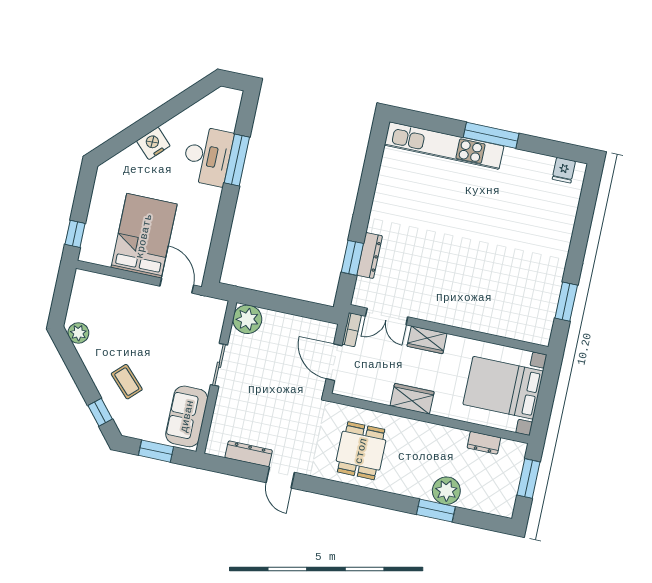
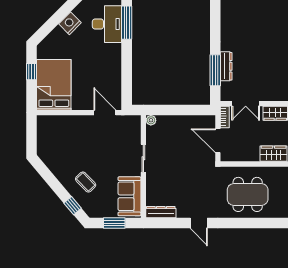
window: (75, 234) -> (32, 72), moved
bed: (144, 236) -> (54, 85), moved
window: (352, 258) -> (215, 70), width x1.44
plant: (247, 319) -> (151, 120), width x0.53, depth x0.53
plant: (78, 333) -> (47, 157), removed
dining table: (361, 451) -> (248, 194), width x1.38
dresser: (249, 454) -> (161, 212), moved

